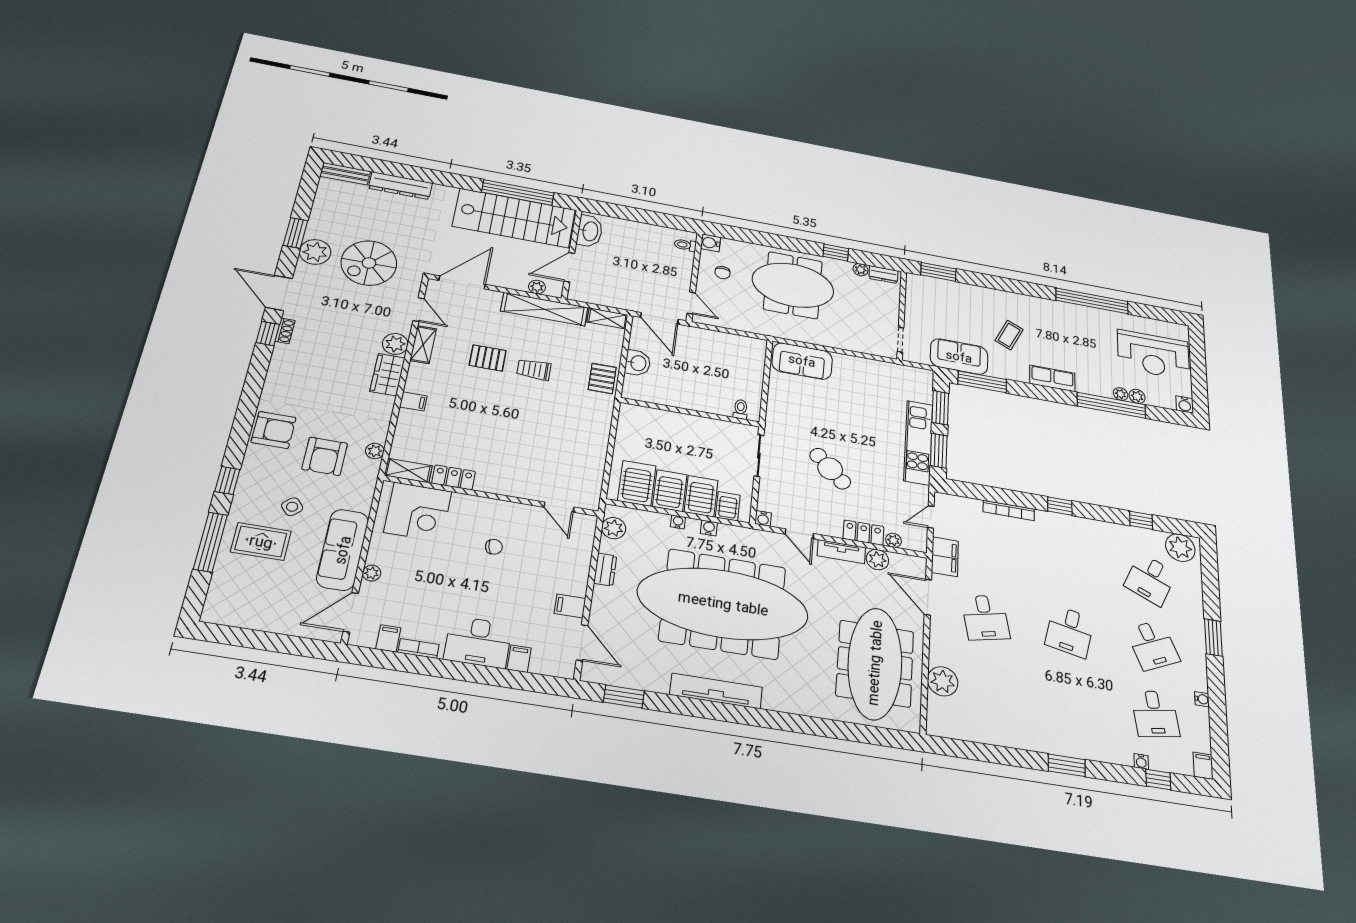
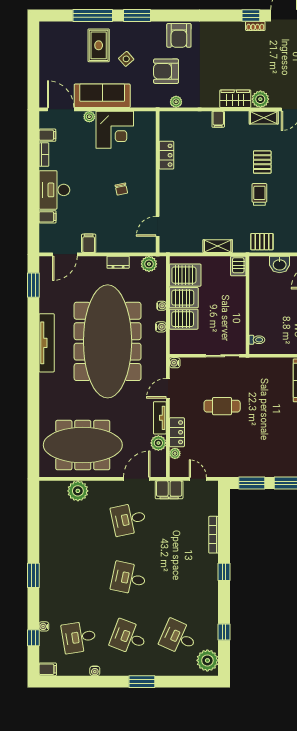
kitchen unit: (918, 443) -> (255, 468), removed
cafe table: (830, 469) -> (222, 406), turned 46
shelving: (408, 471) -> (218, 246), moved, turned 90
window: (227, 481) -> (137, 15), width x1.50
server rack: (728, 506) -> (238, 266), moved, turned 90
corner desk: (418, 512) -> (115, 130), moved, turned -90
desk: (1153, 645) -> (129, 637), turned 45

